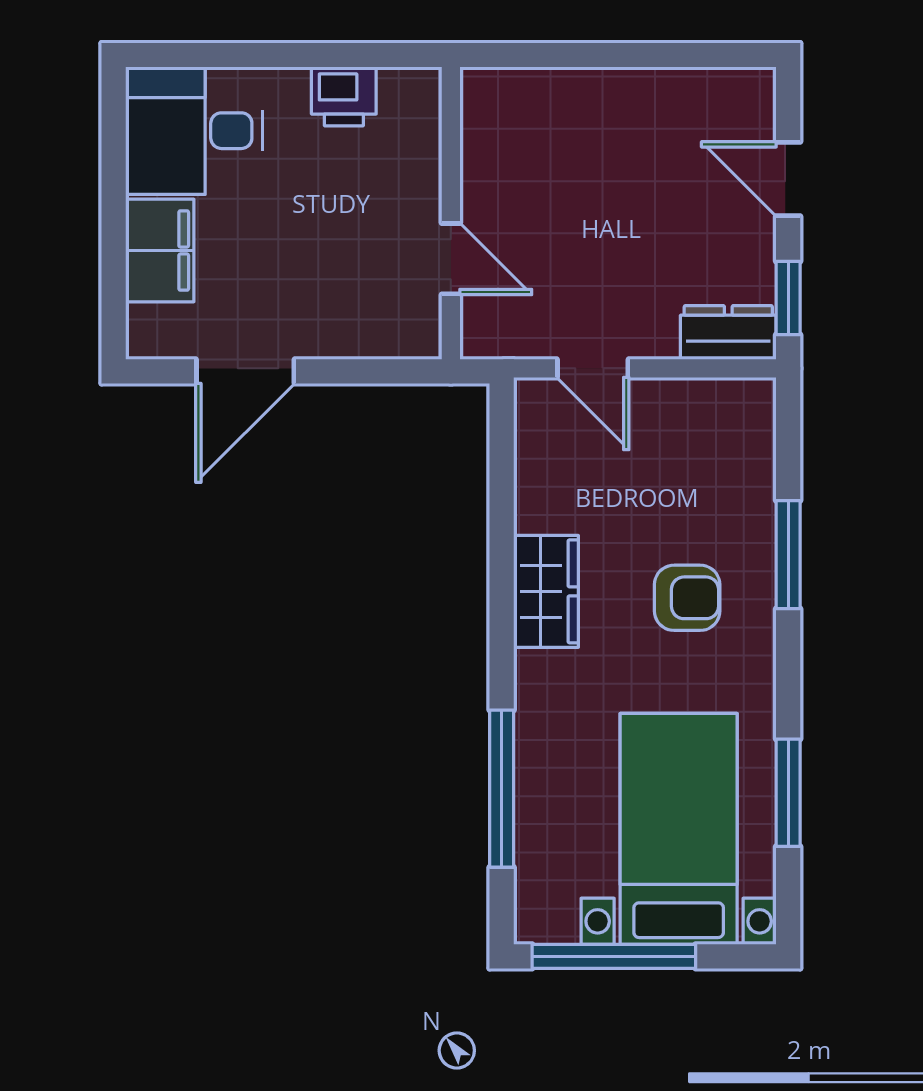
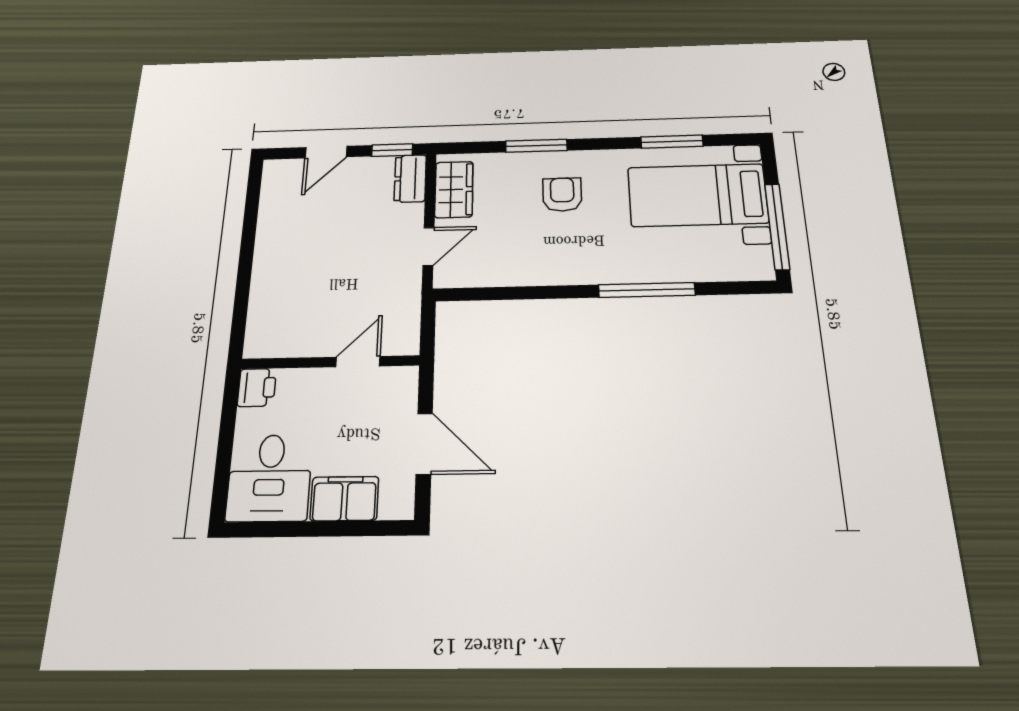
wall: (451, 213) -> (330, 362), moved
door: (451, 259) -> (358, 362), moved
wardrobe: (546, 591) -> (454, 189), moved, turned 90
window: (502, 789) -> (647, 290), moved

